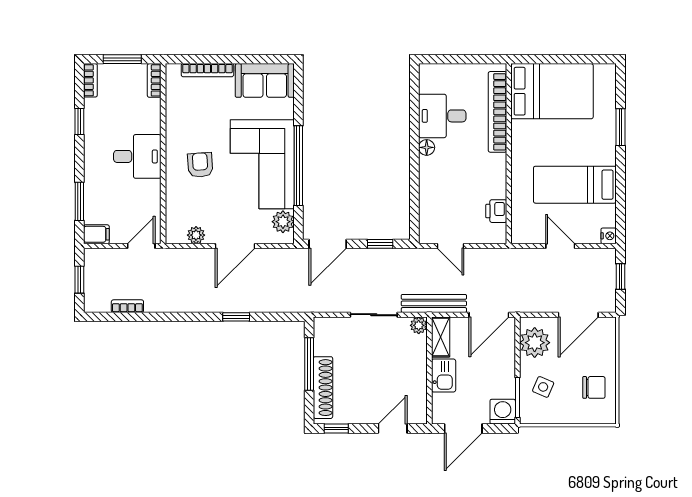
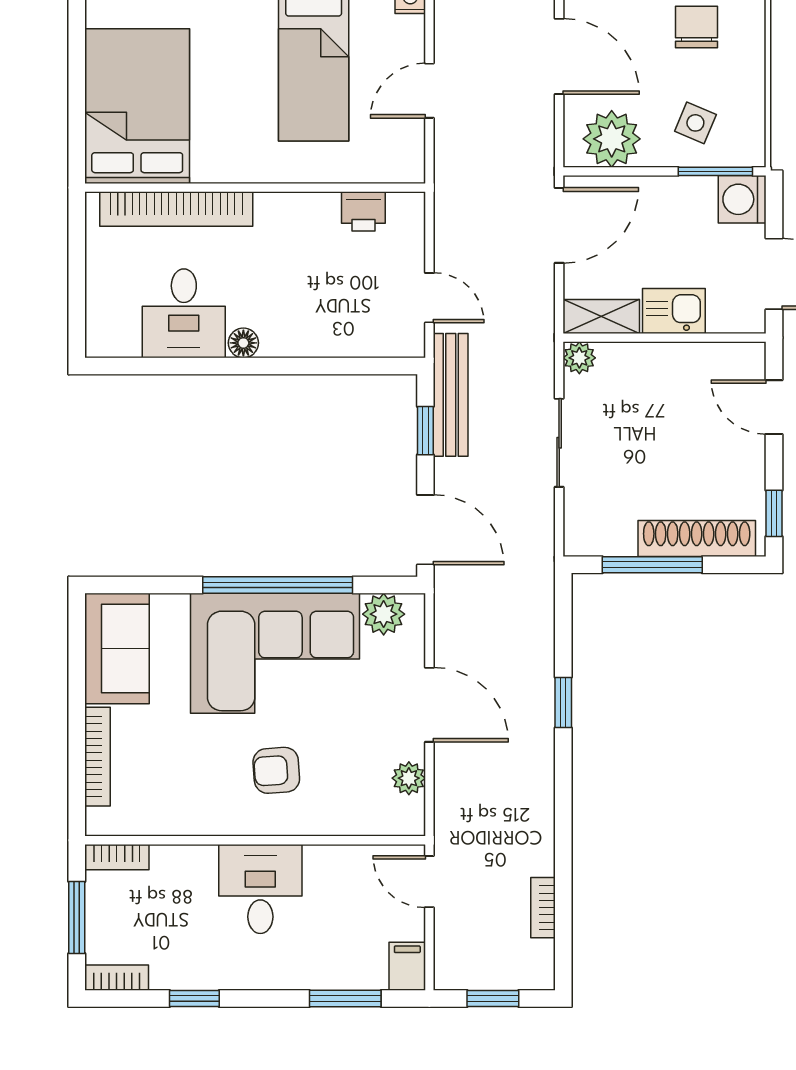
door: (450, 246) -> (429, 298), hinge flipped
bench: (434, 303) -> (451, 395), moved
door: (489, 315) -> (559, 225), hinge flipped

